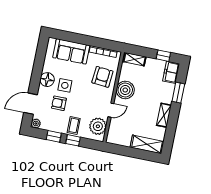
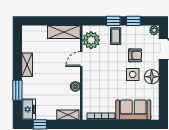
armchair: (102, 77) -> (97, 91), removed
boiler: (125, 90) -> (75, 86), width x0.54, depth x0.54
shelving: (147, 144) -> (64, 32), moved

